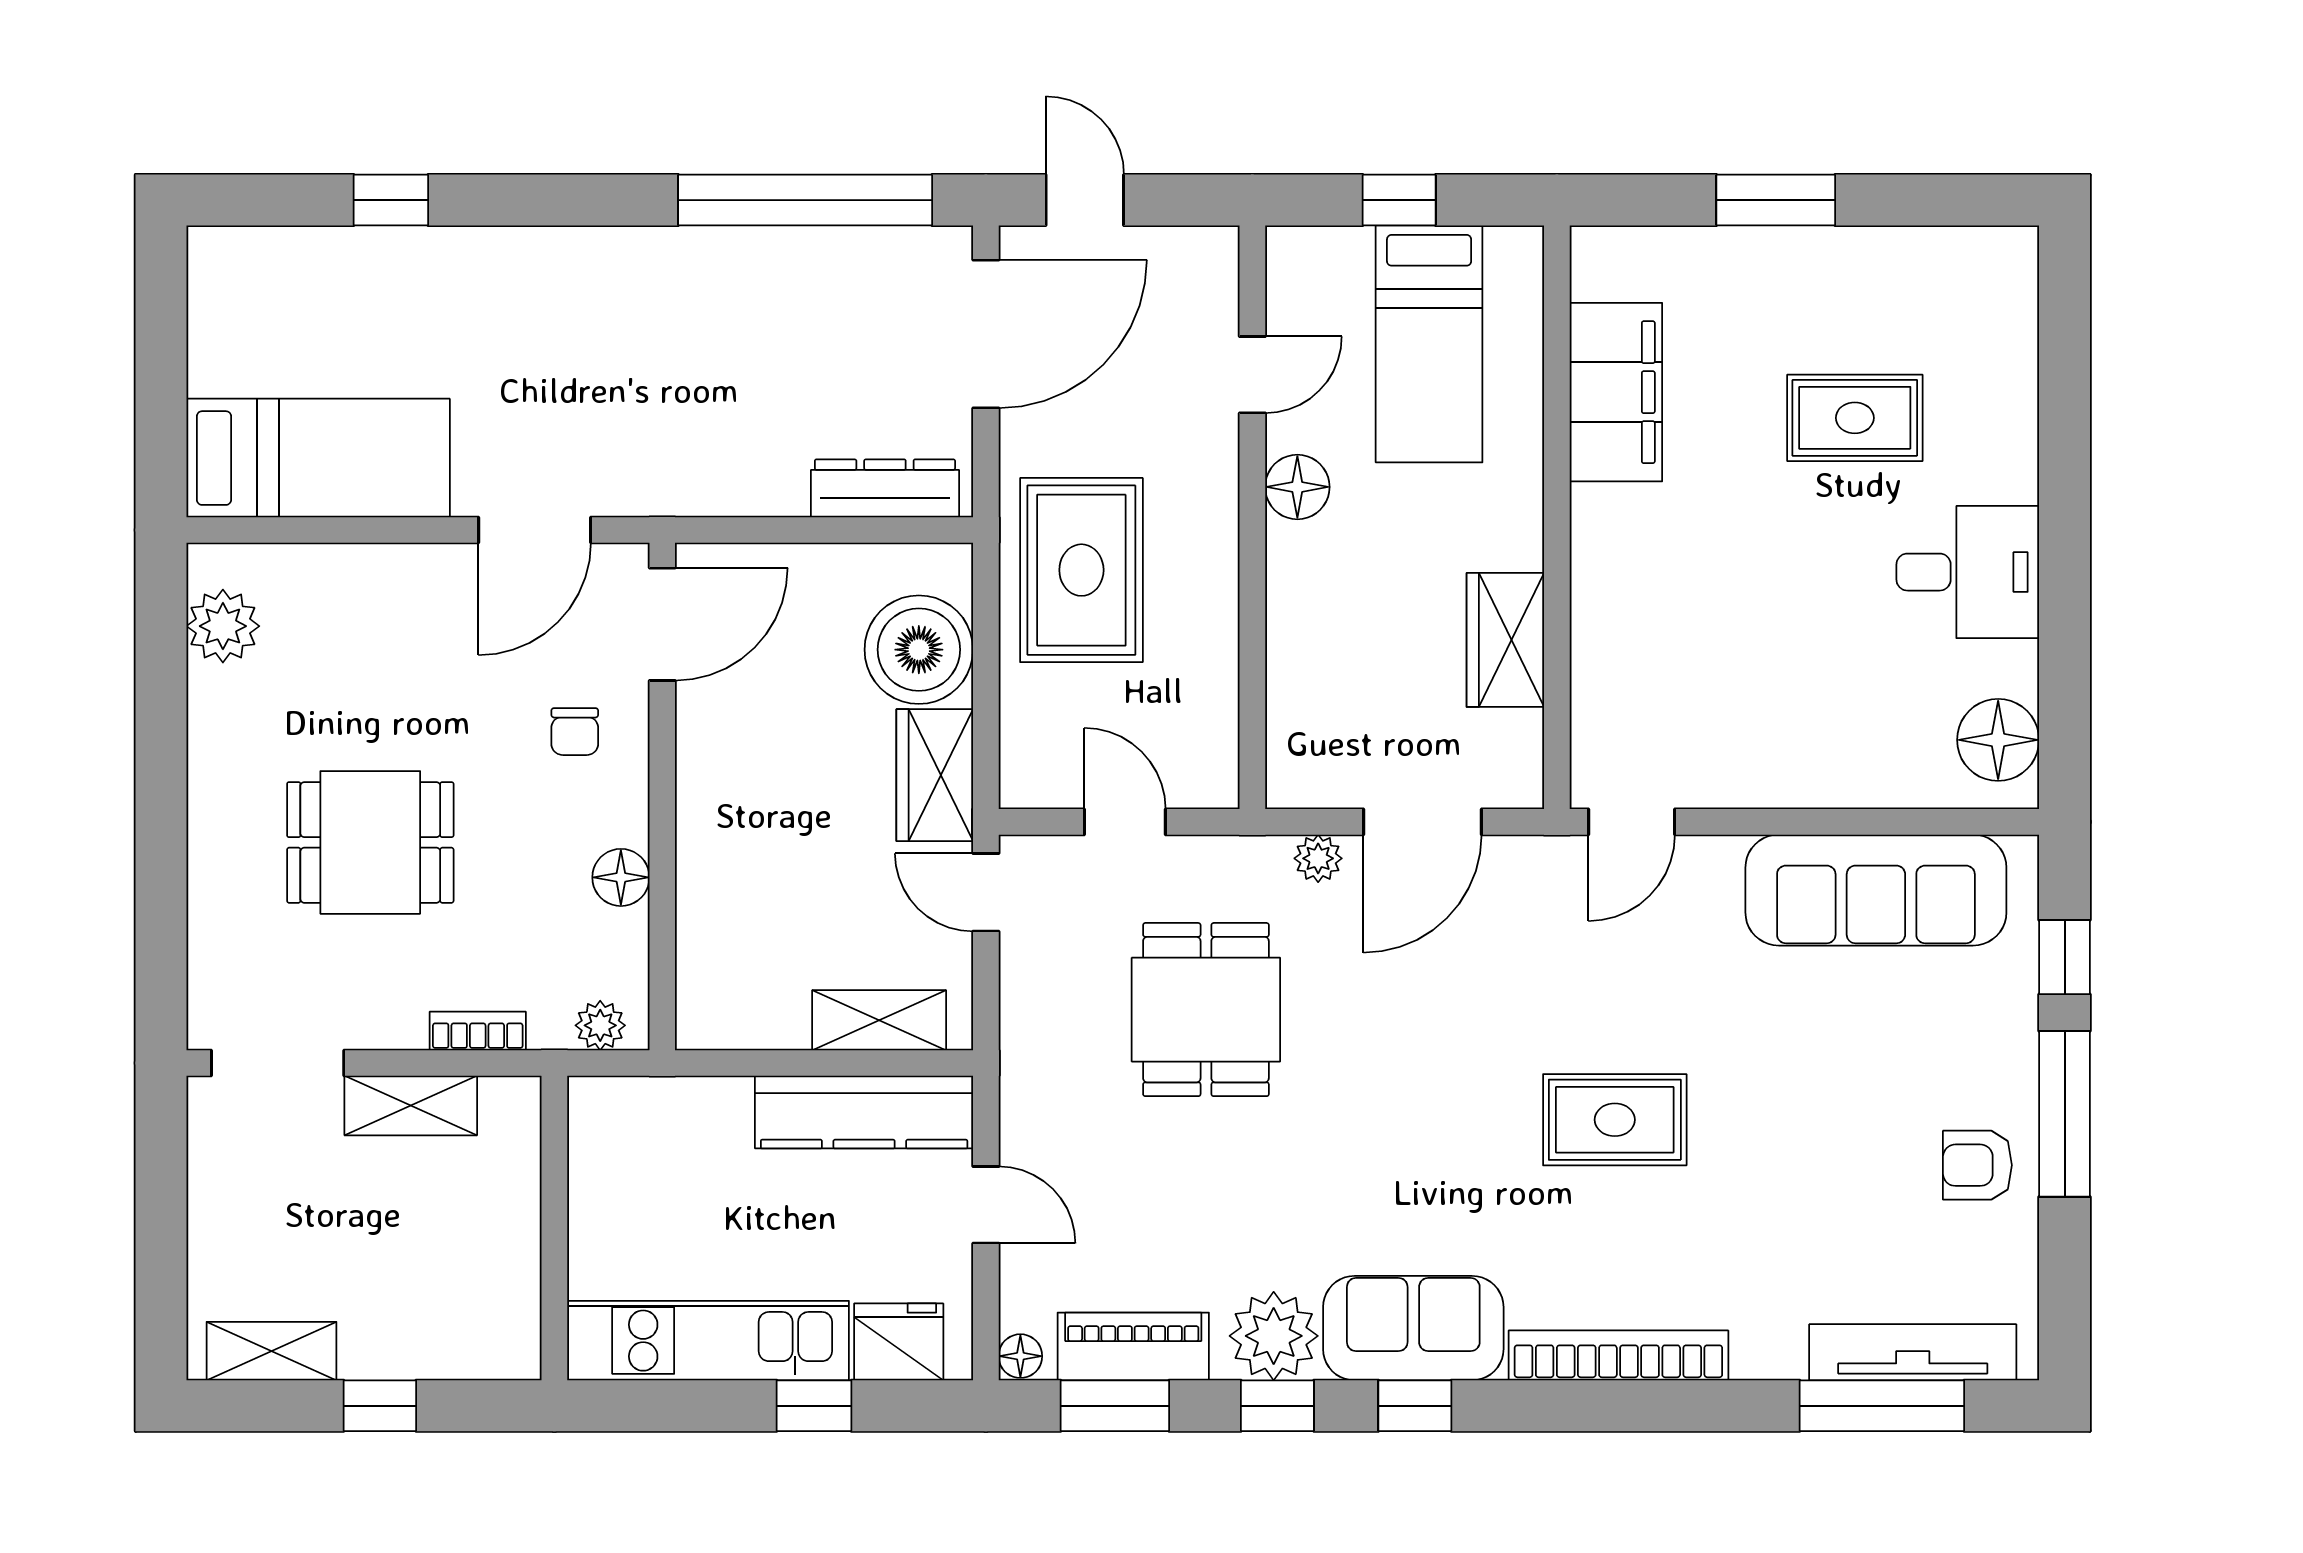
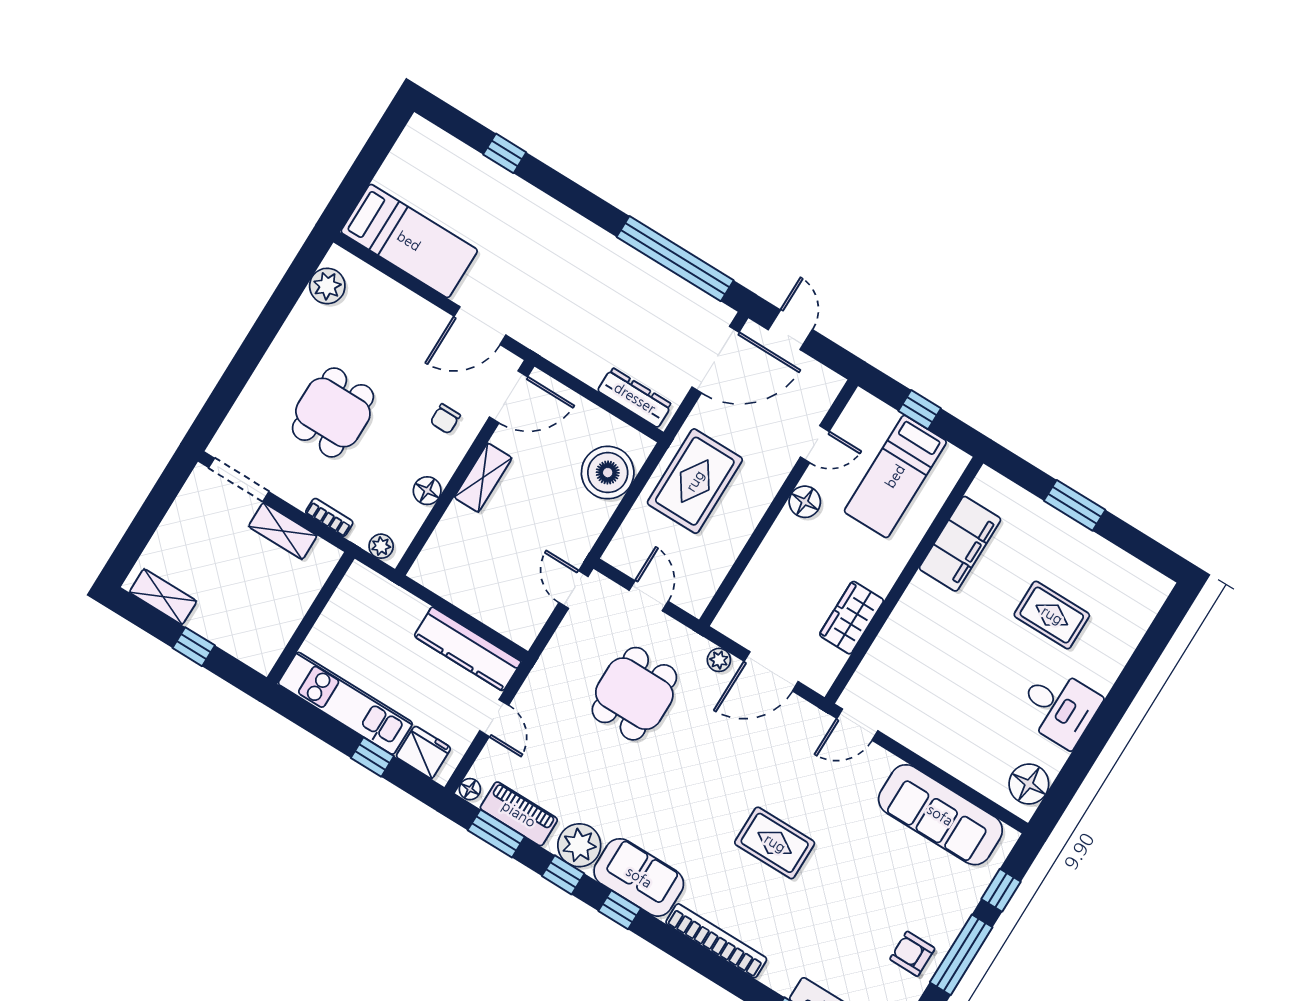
wardrobe: (935, 775) -> (582, 528), removed
dining table: (370, 842) -> (333, 412), turned 90
shelving: (879, 1020) -> (483, 478), moved, turned 90

